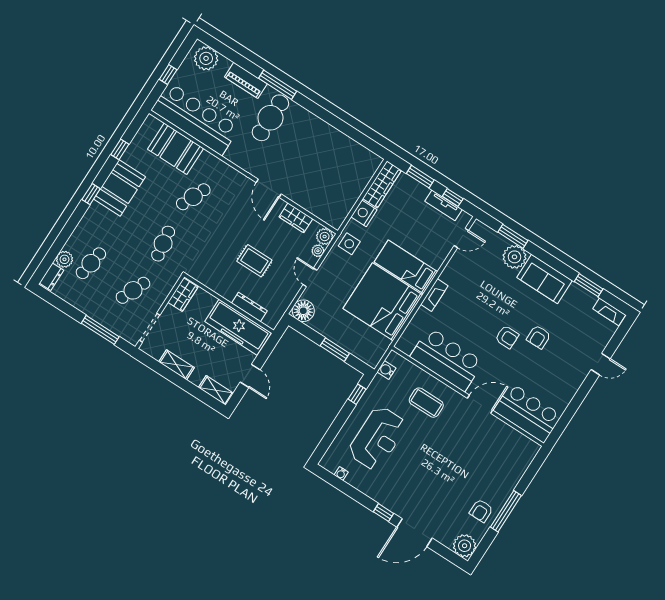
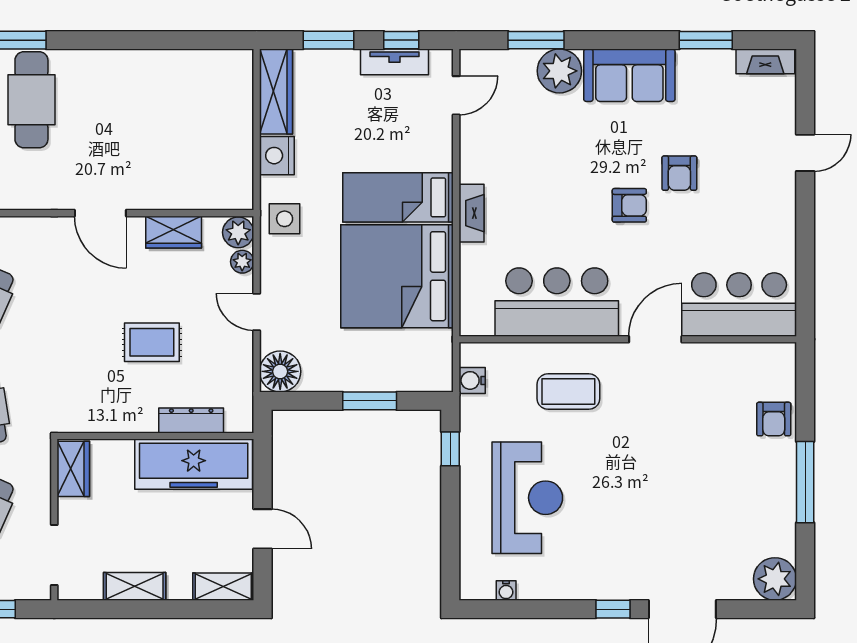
armchair: (481, 511) -> (774, 419), moved

